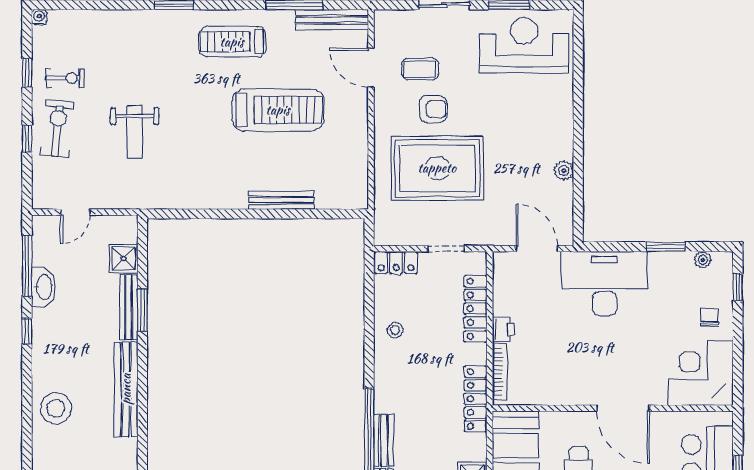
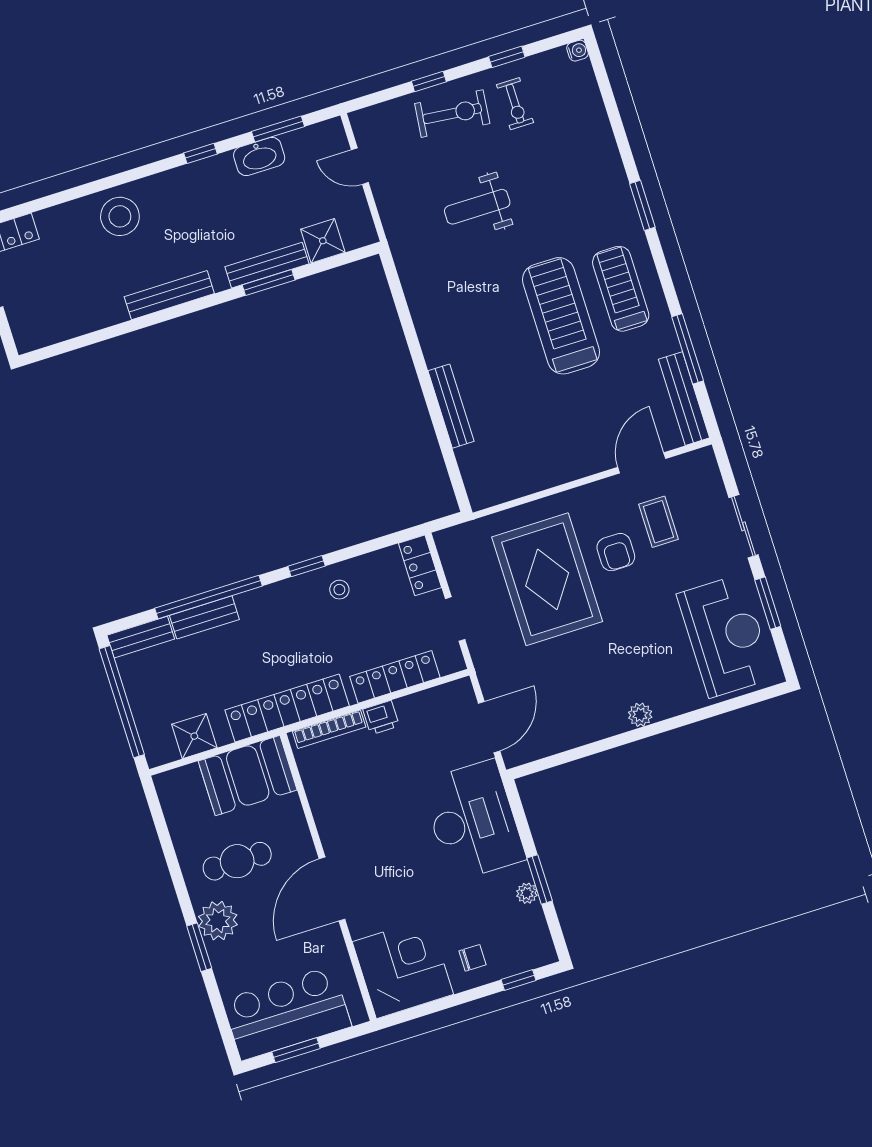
treadmill: (278, 110) -> (561, 316), moved, turned 180
plant: (564, 171) -> (640, 715), moved
plant: (703, 260) -> (527, 893), moved
window: (27, 266) -> (278, 129), width x0.69
window: (369, 350) -> (307, 566), added
bench: (126, 389) -> (169, 295), width x0.73, depth x0.82
locker: (476, 399) -> (287, 708), width x1.41, depth x1.21

